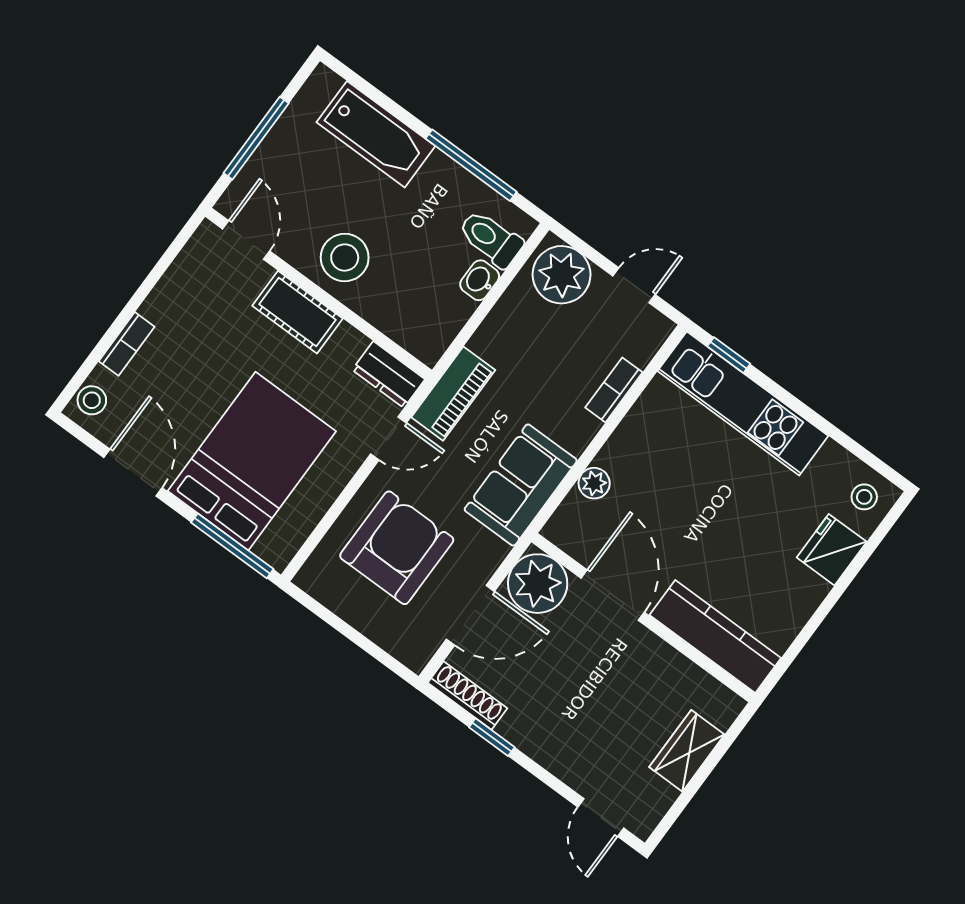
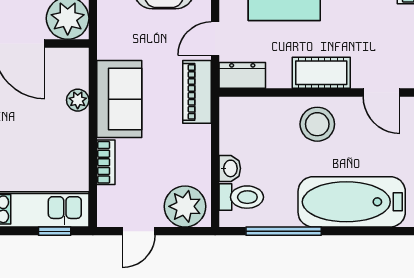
bathtub: (376, 134) -> (352, 202), width x1.36, depth x1.36
sofa: (521, 485) -> (119, 99), moved

